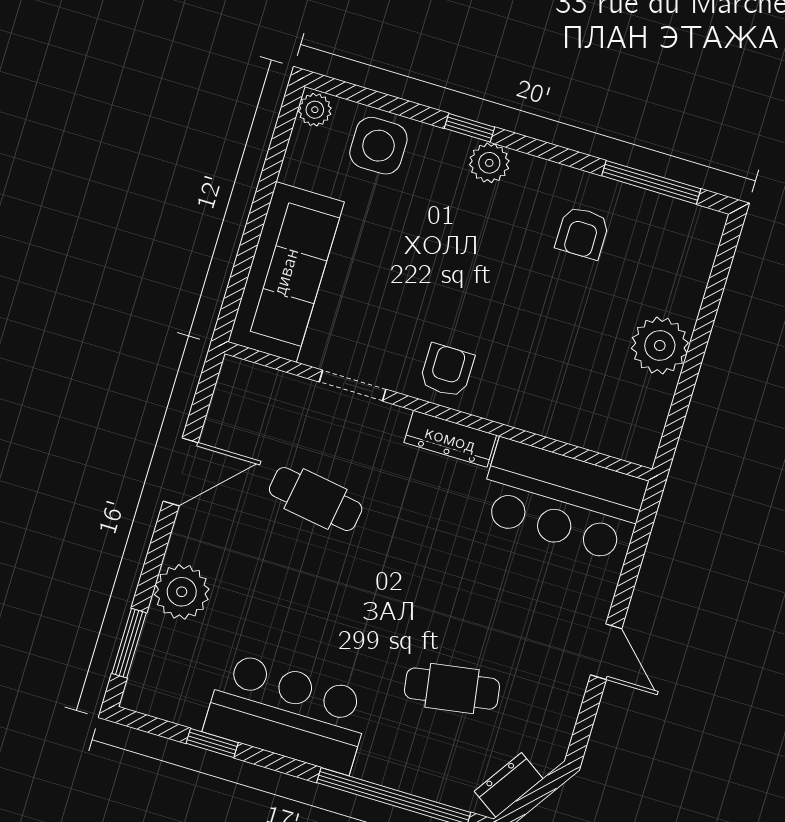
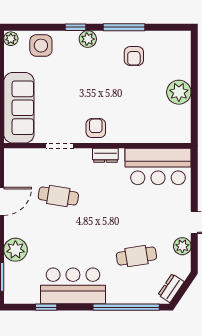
window: (651, 182) -> (124, 27), moved
dresser: (450, 439) -> (105, 155), width x0.70
plant: (563, 697) -> (182, 246), added

